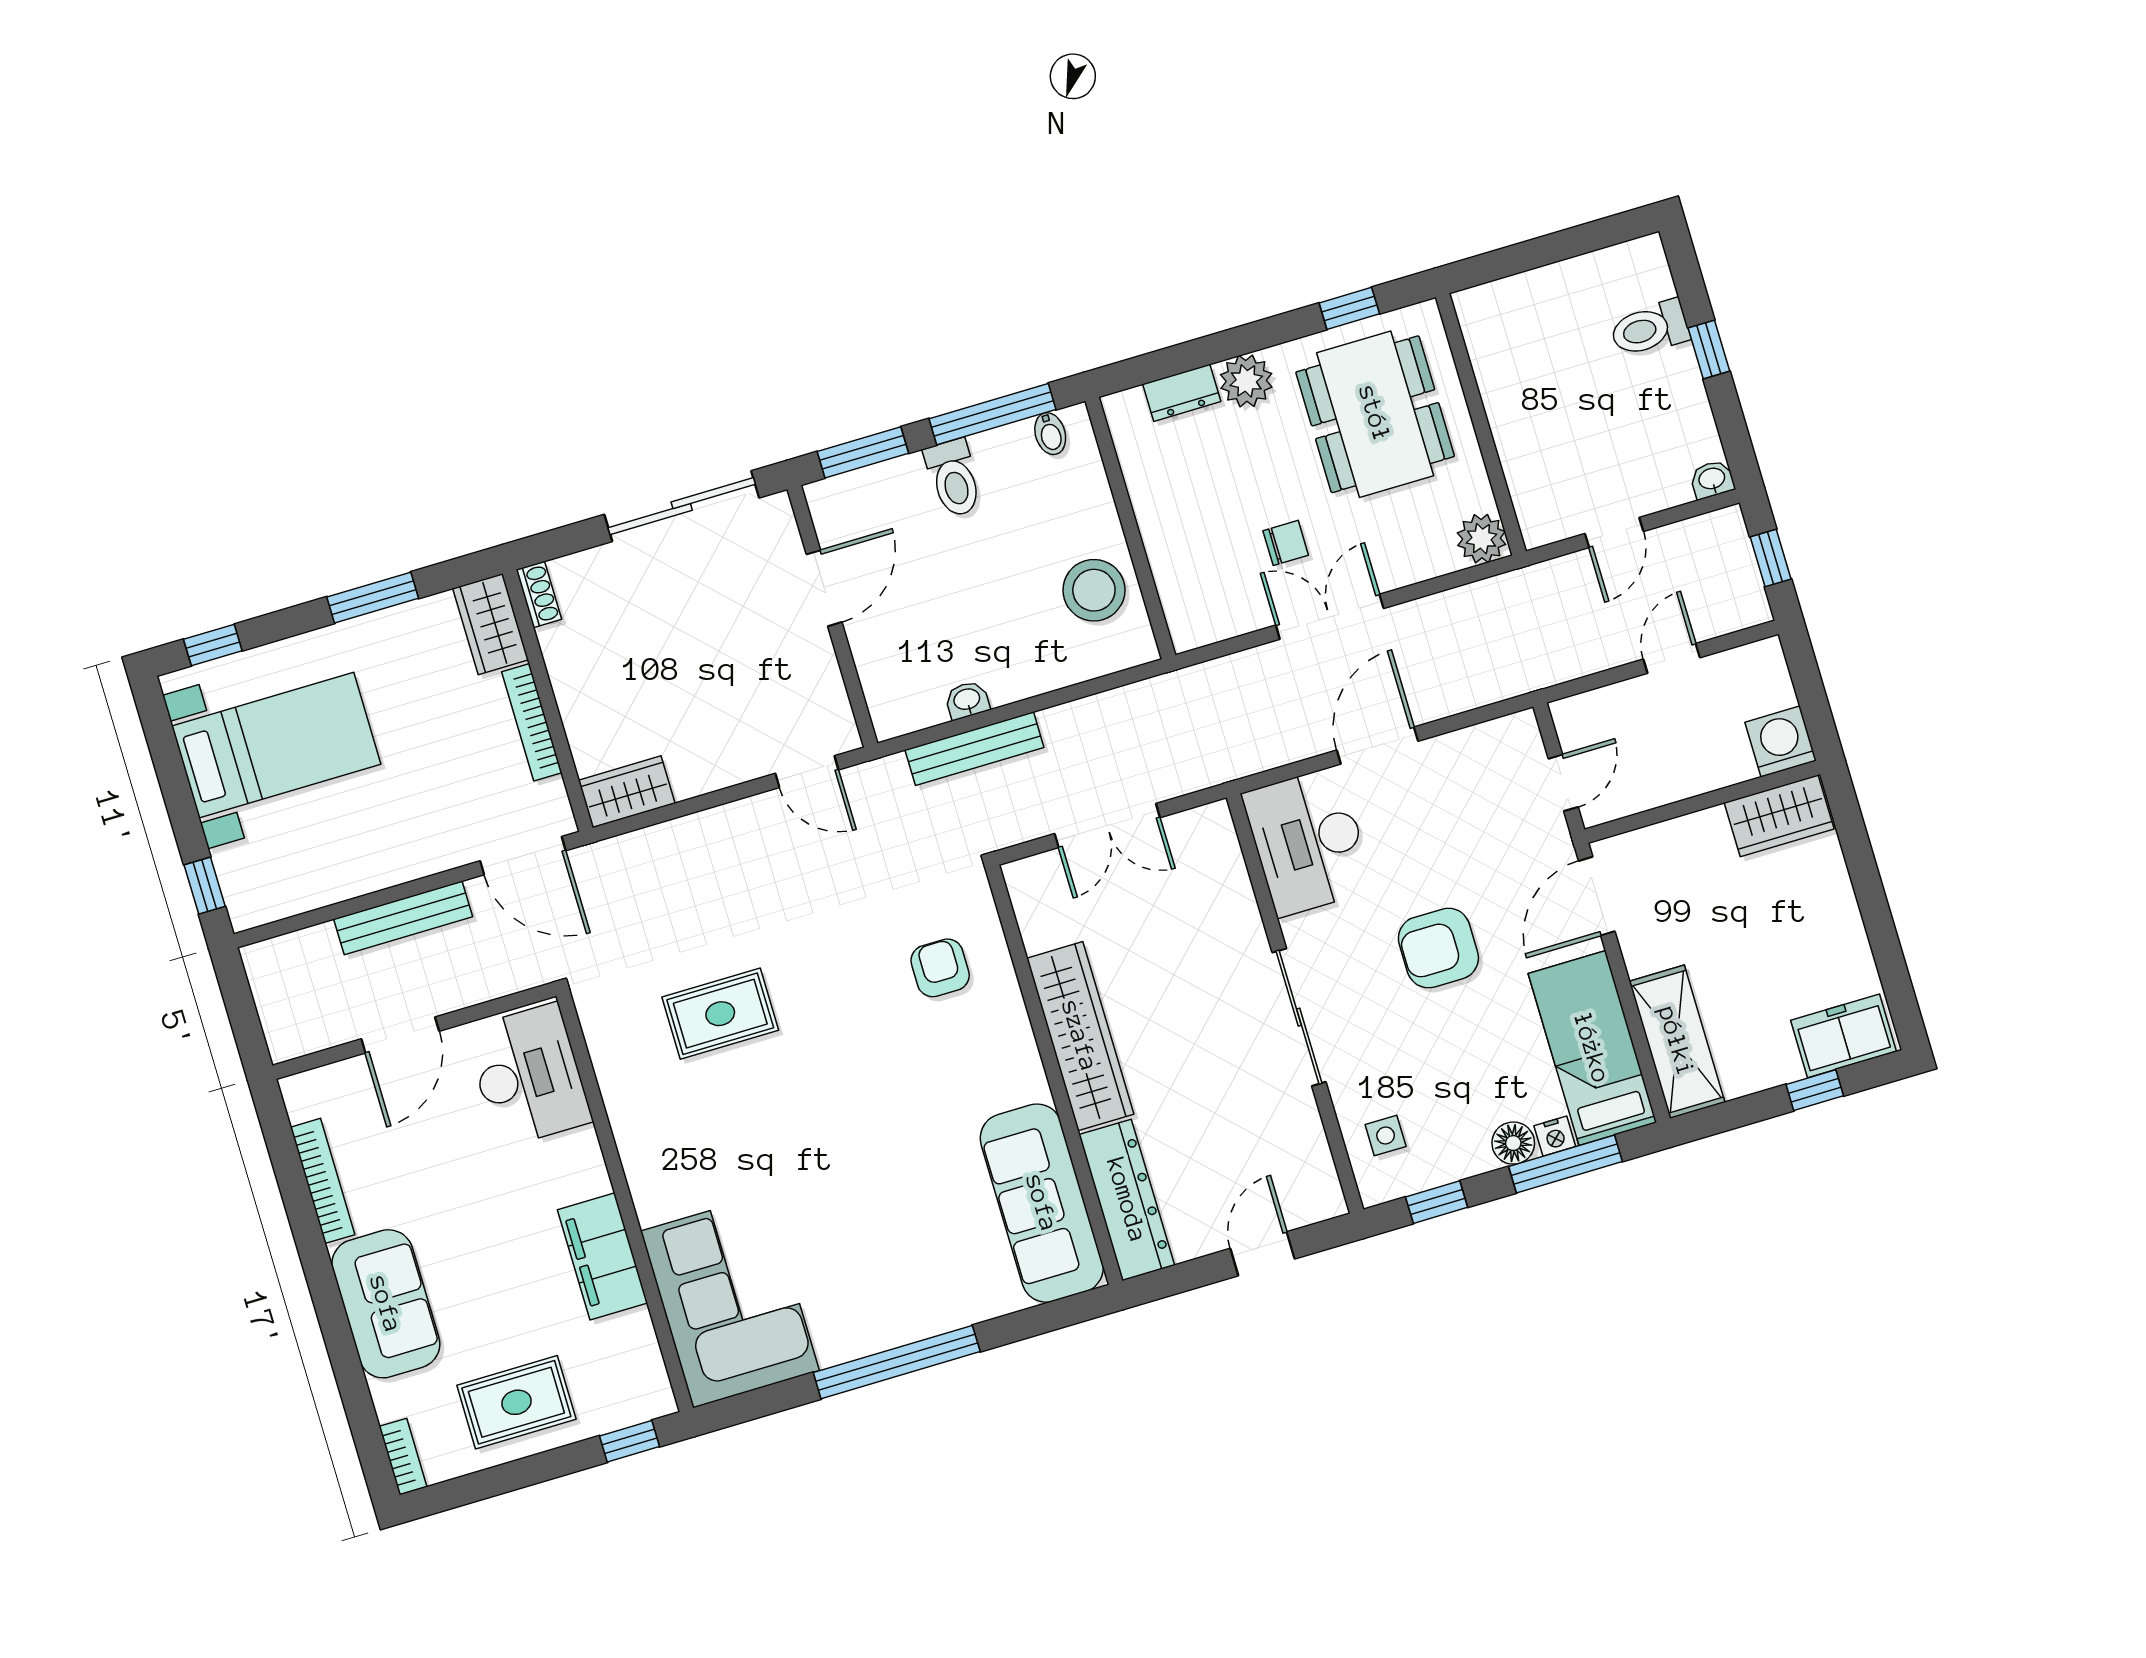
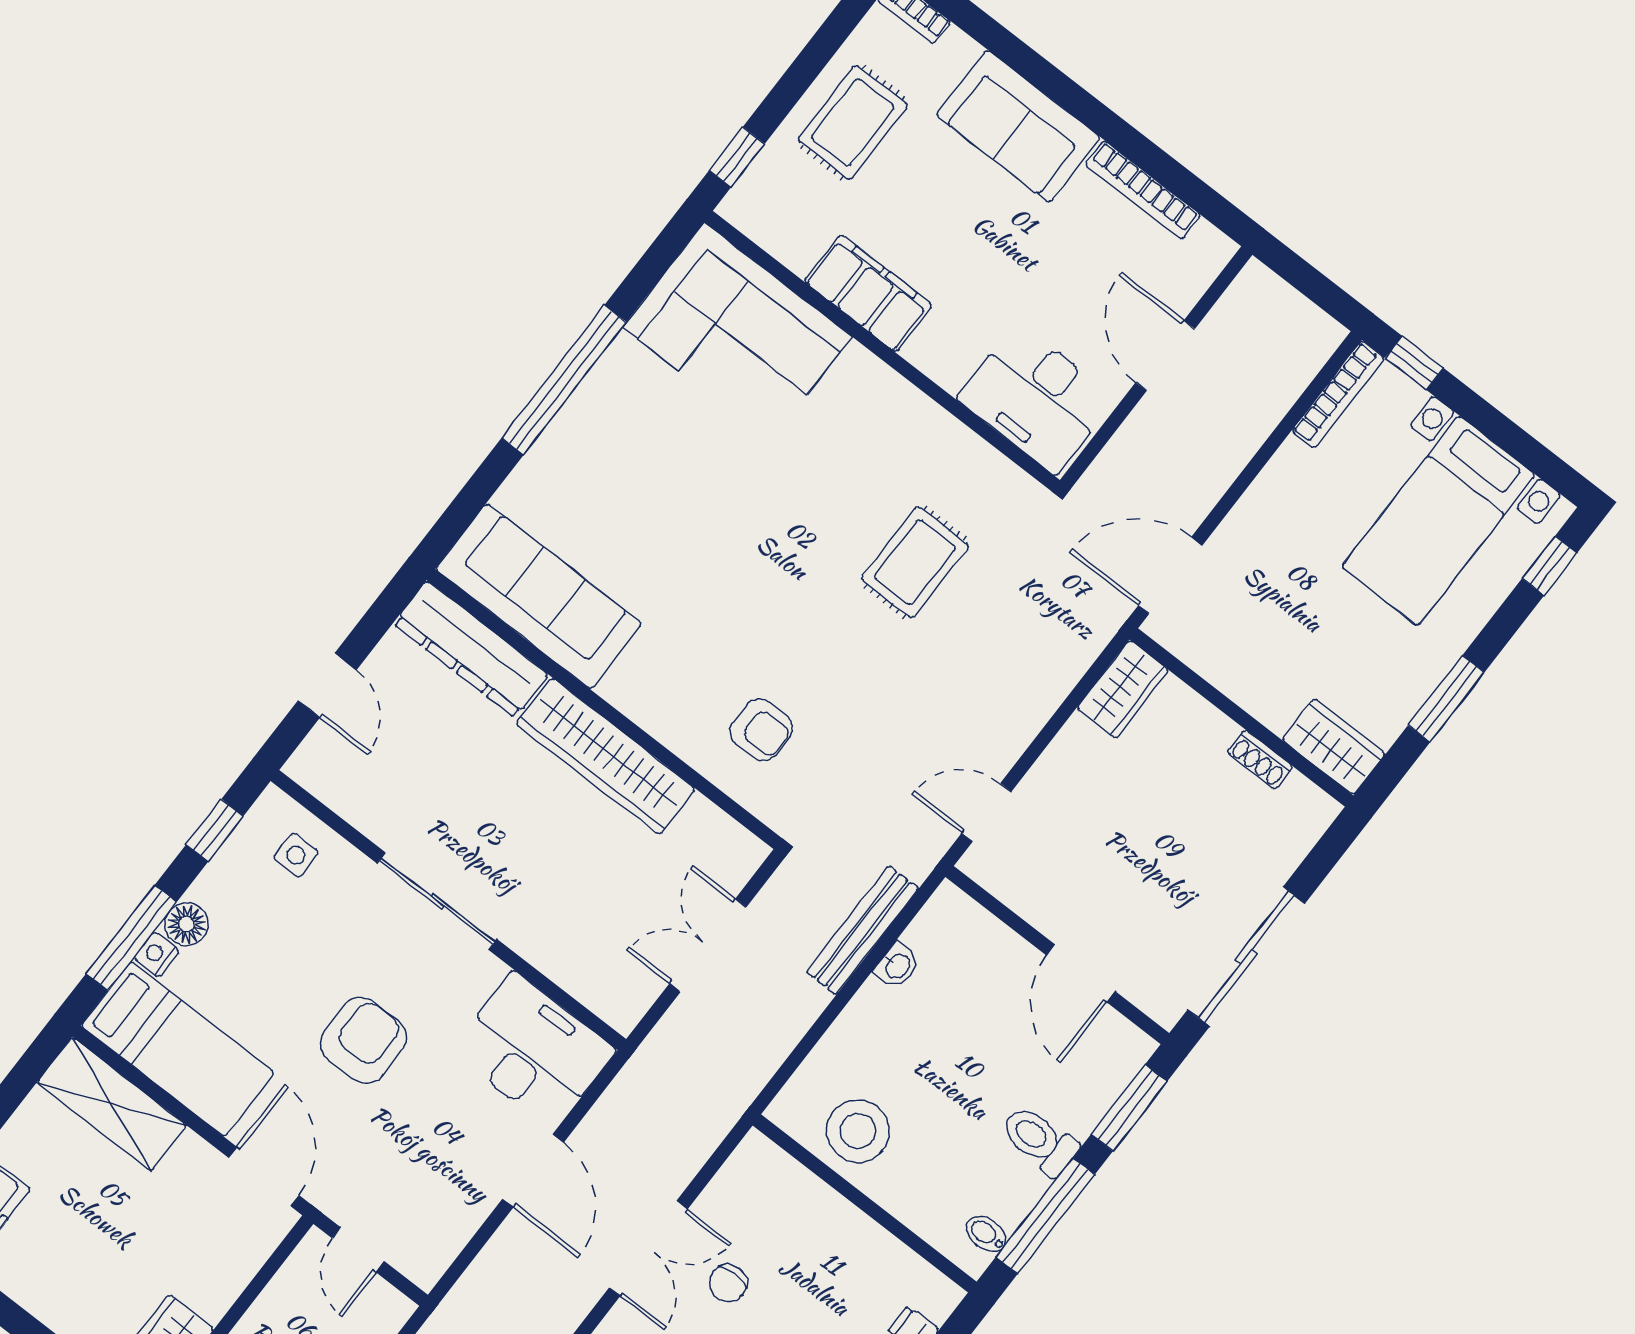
shoe rack: (539, 594) -> (1260, 759), moved
bookcase: (532, 722) -> (1338, 394), moved, turned 90
bench: (403, 918) -> (1232, 454), removed

